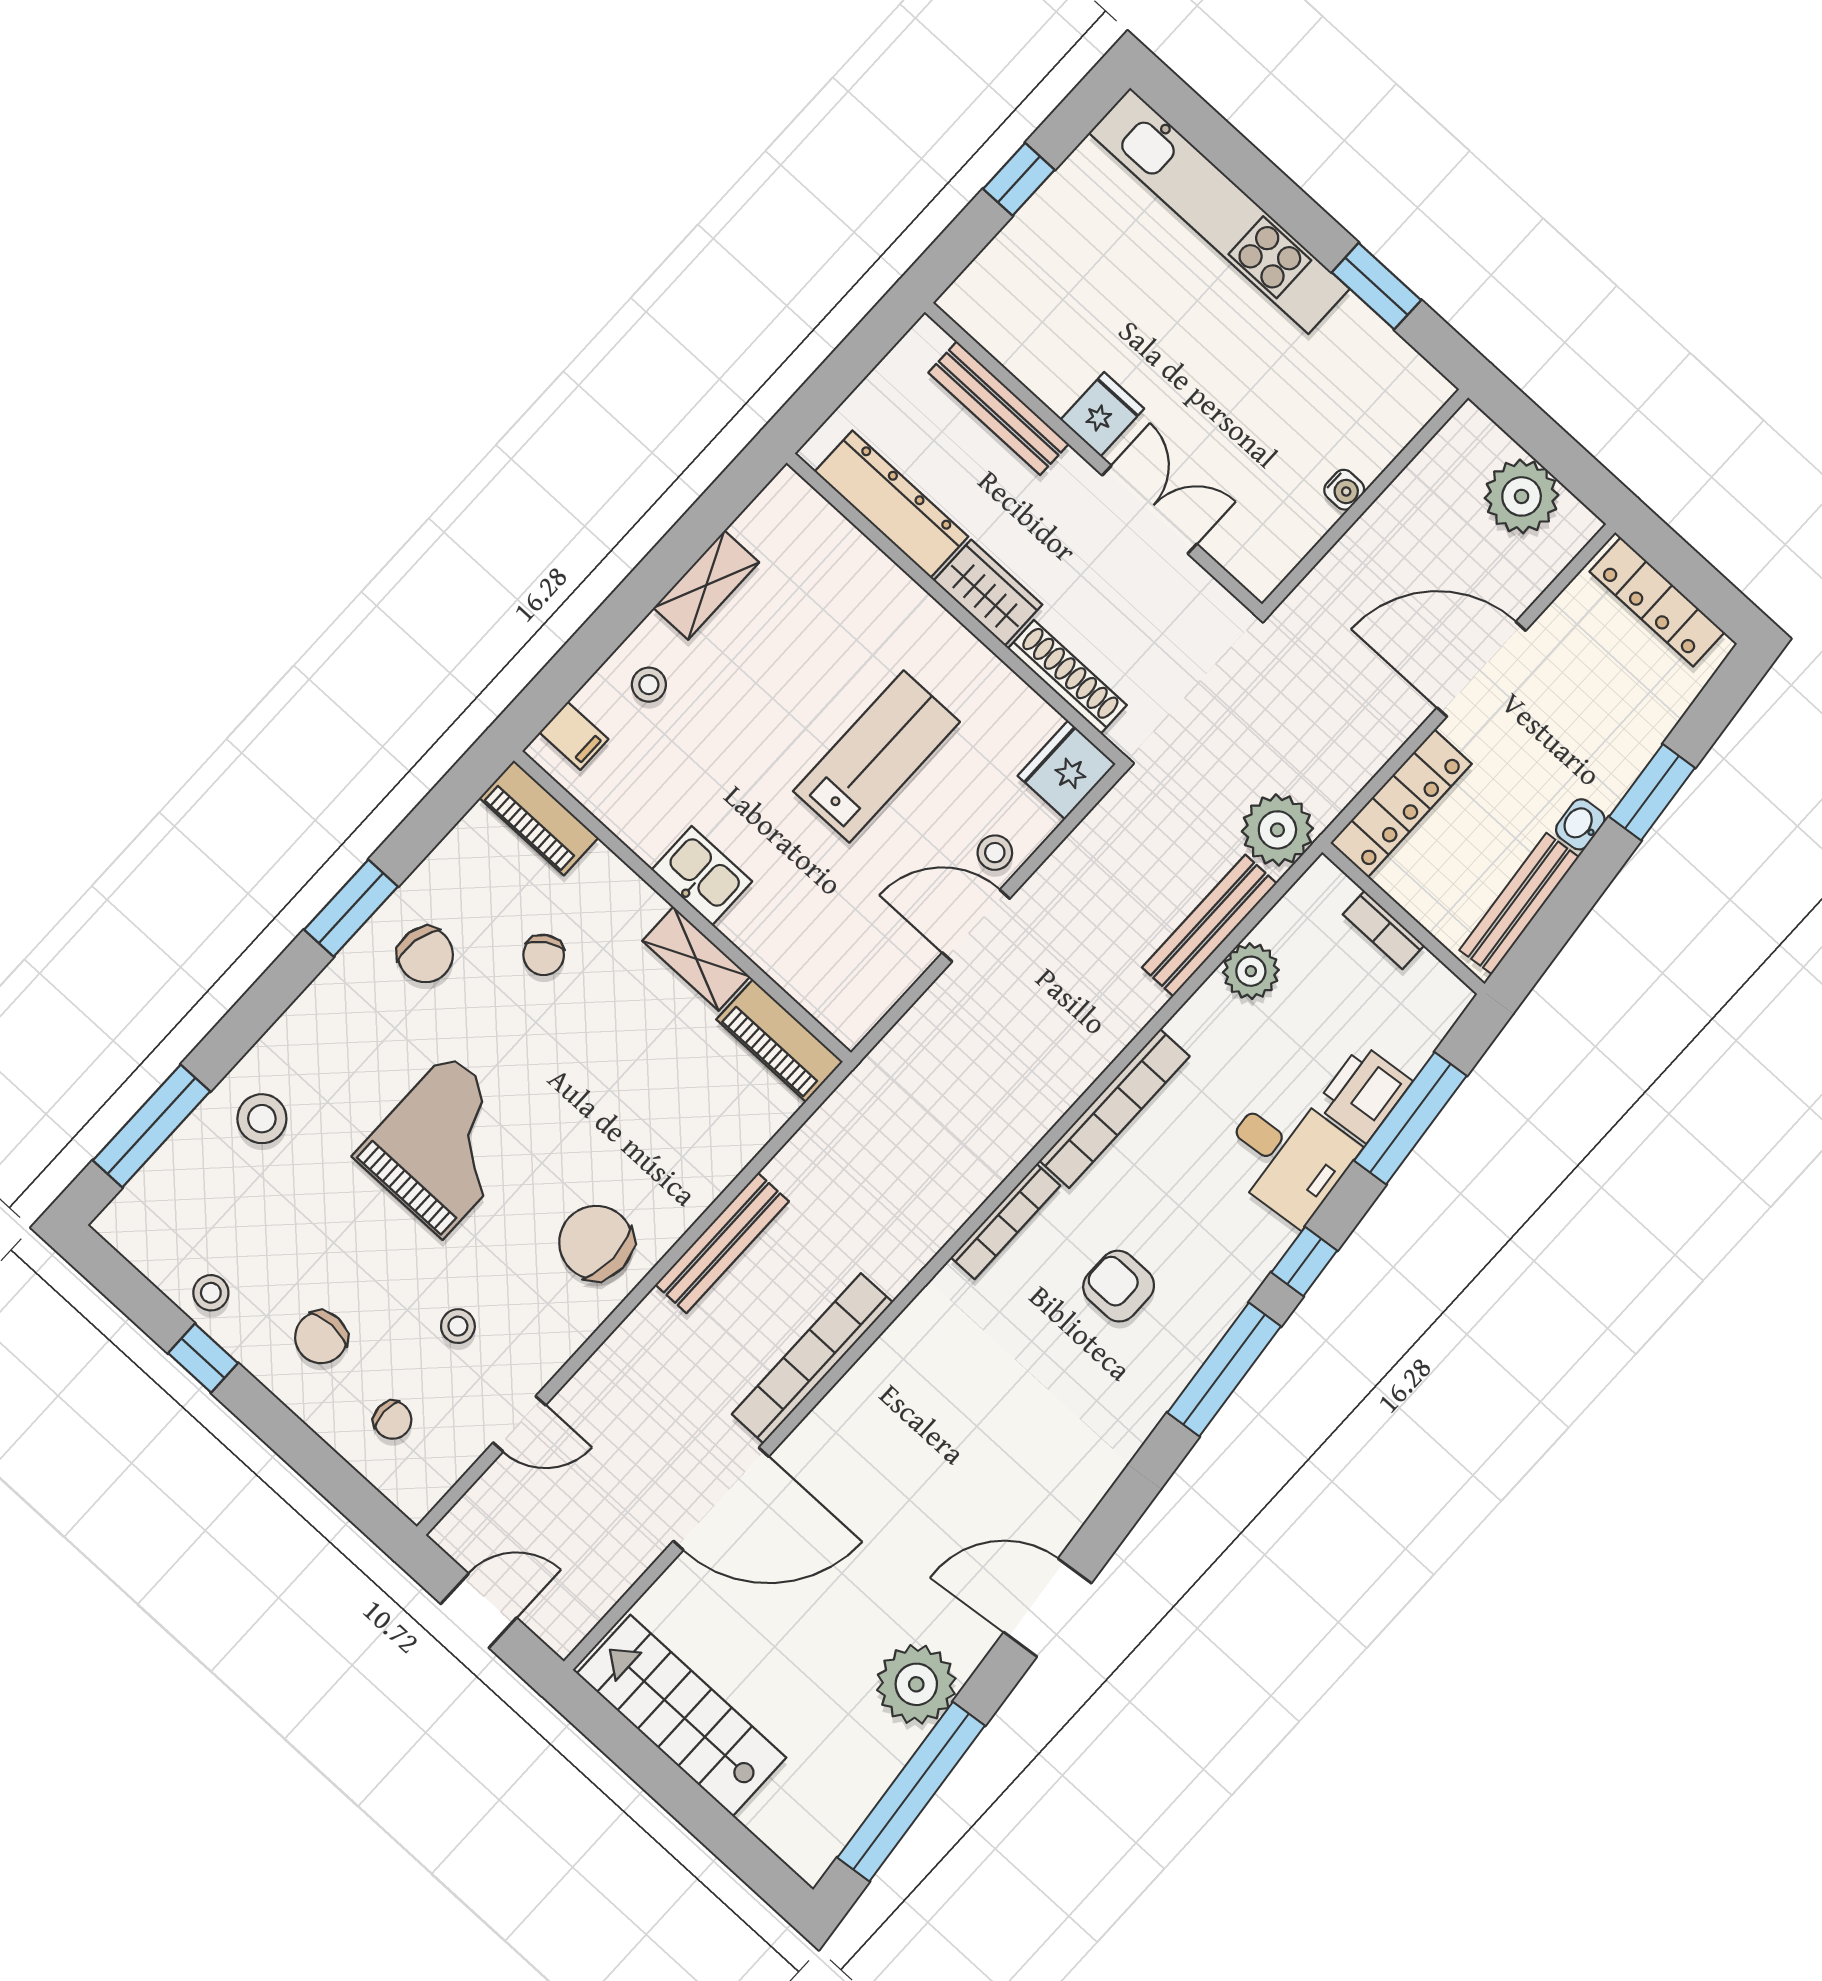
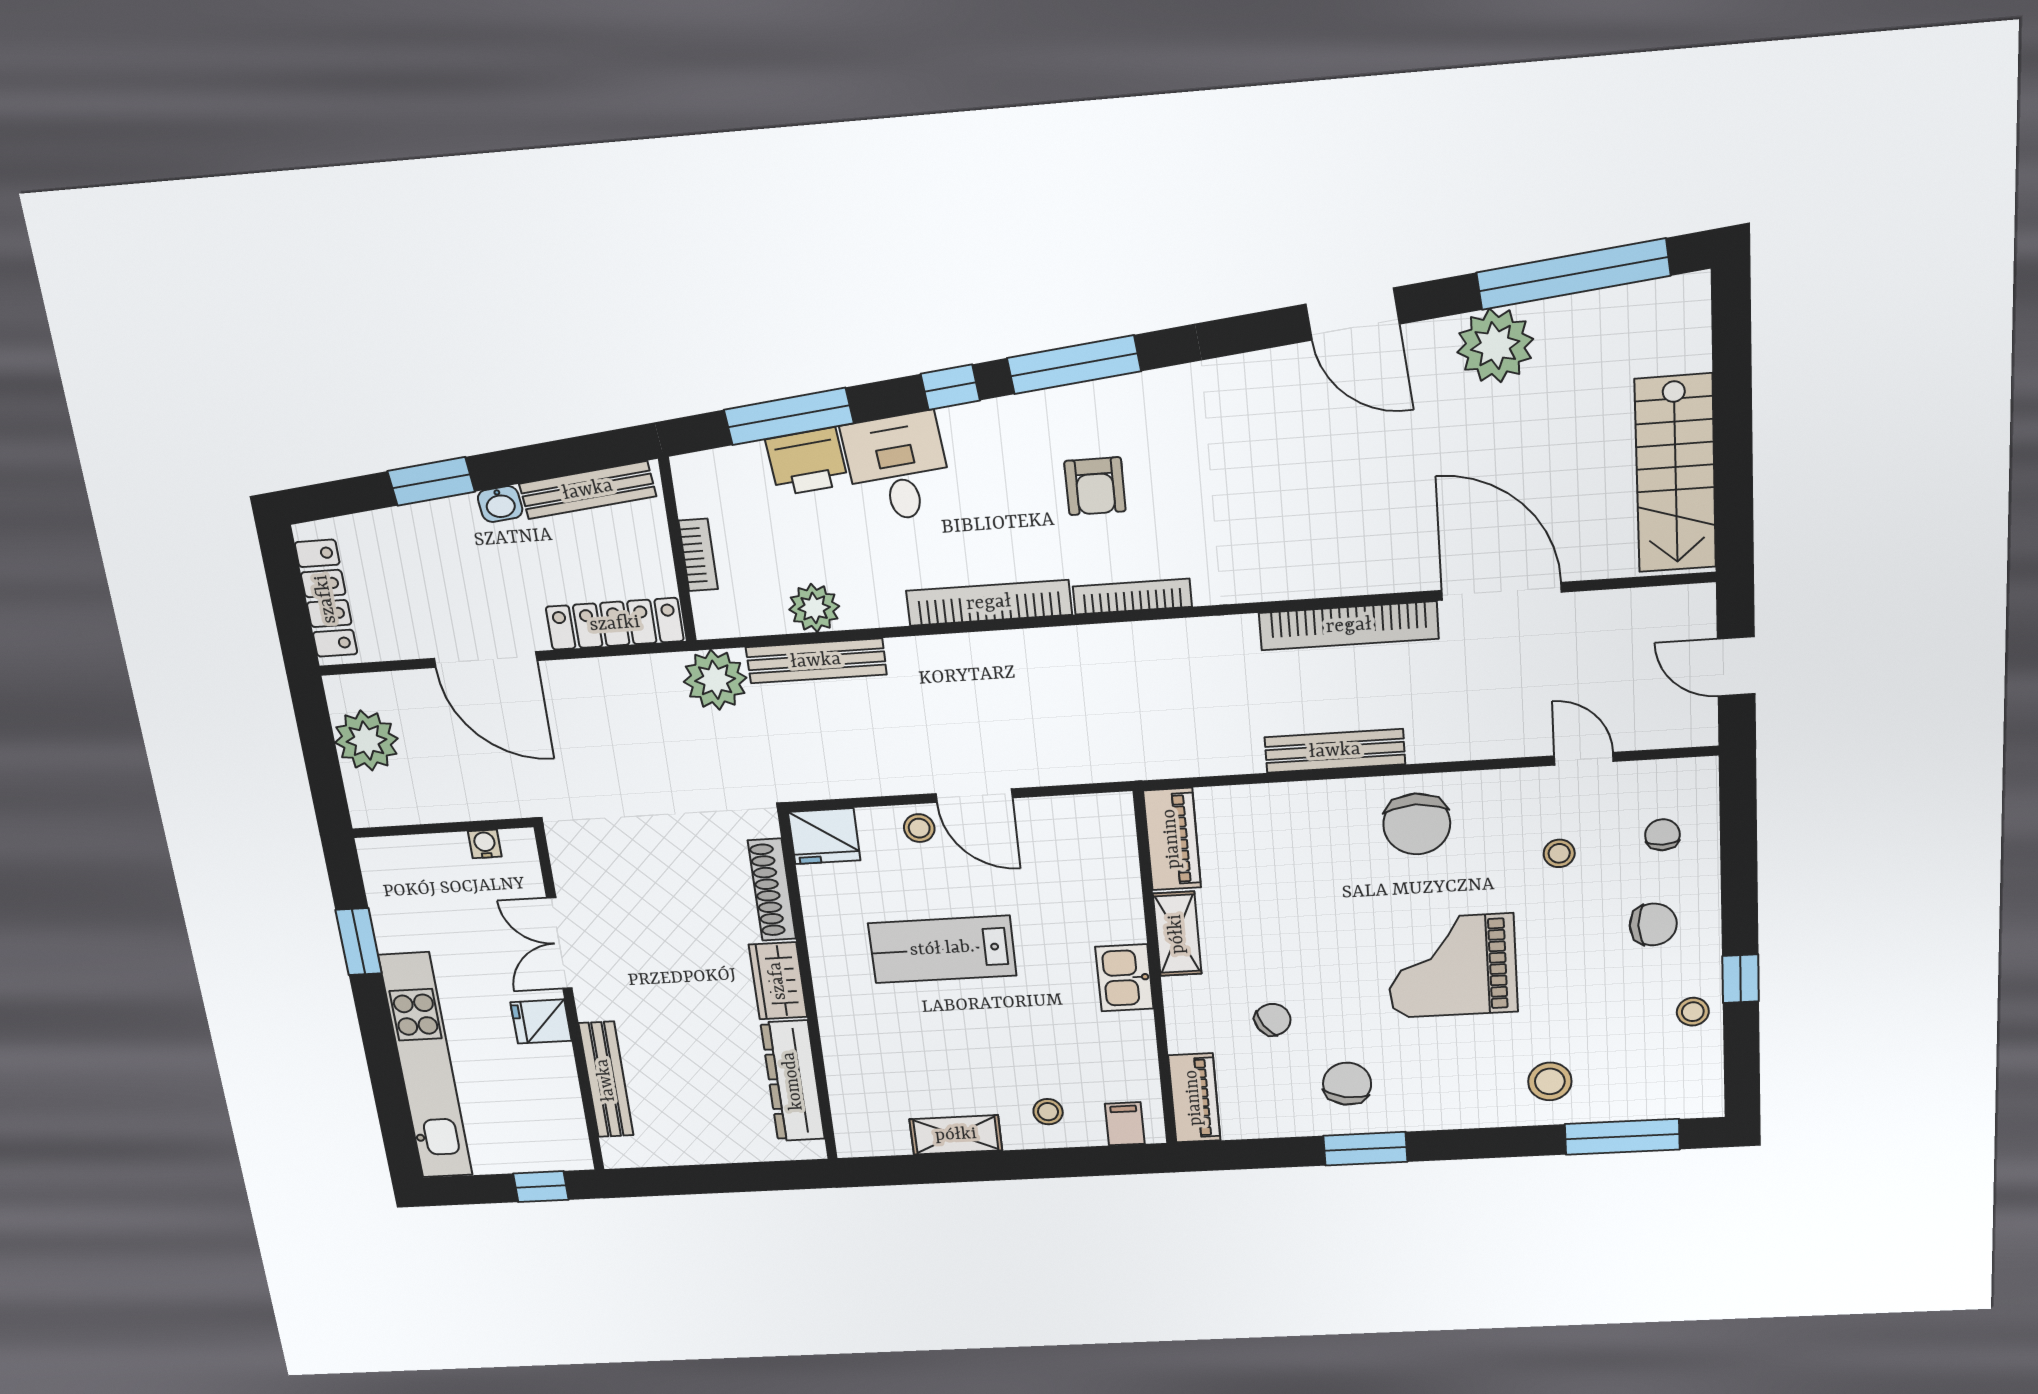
bench: (999, 408) -> (606, 1080), moved
fridge: (1102, 414) -> (541, 1021), moved
wall: (1093, 458) -> (570, 1002), moved
double door: (1149, 510) -> (559, 943), moved

